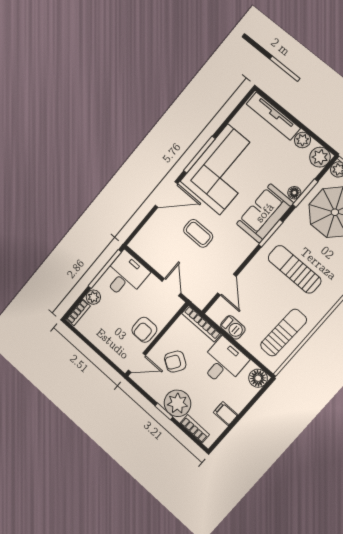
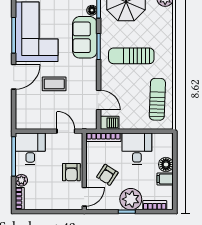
barbecue: (233, 327) -> (110, 123), moved
floor lamp: (258, 378) -> (166, 164), moved

